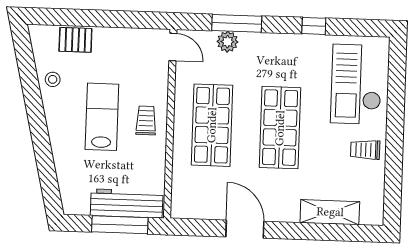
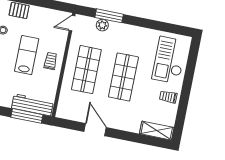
window: (314, 26) -> (151, 24), removed
door: (173, 47) -> (72, 23), swing flipped
shelving: (330, 212) -> (157, 131), moved

